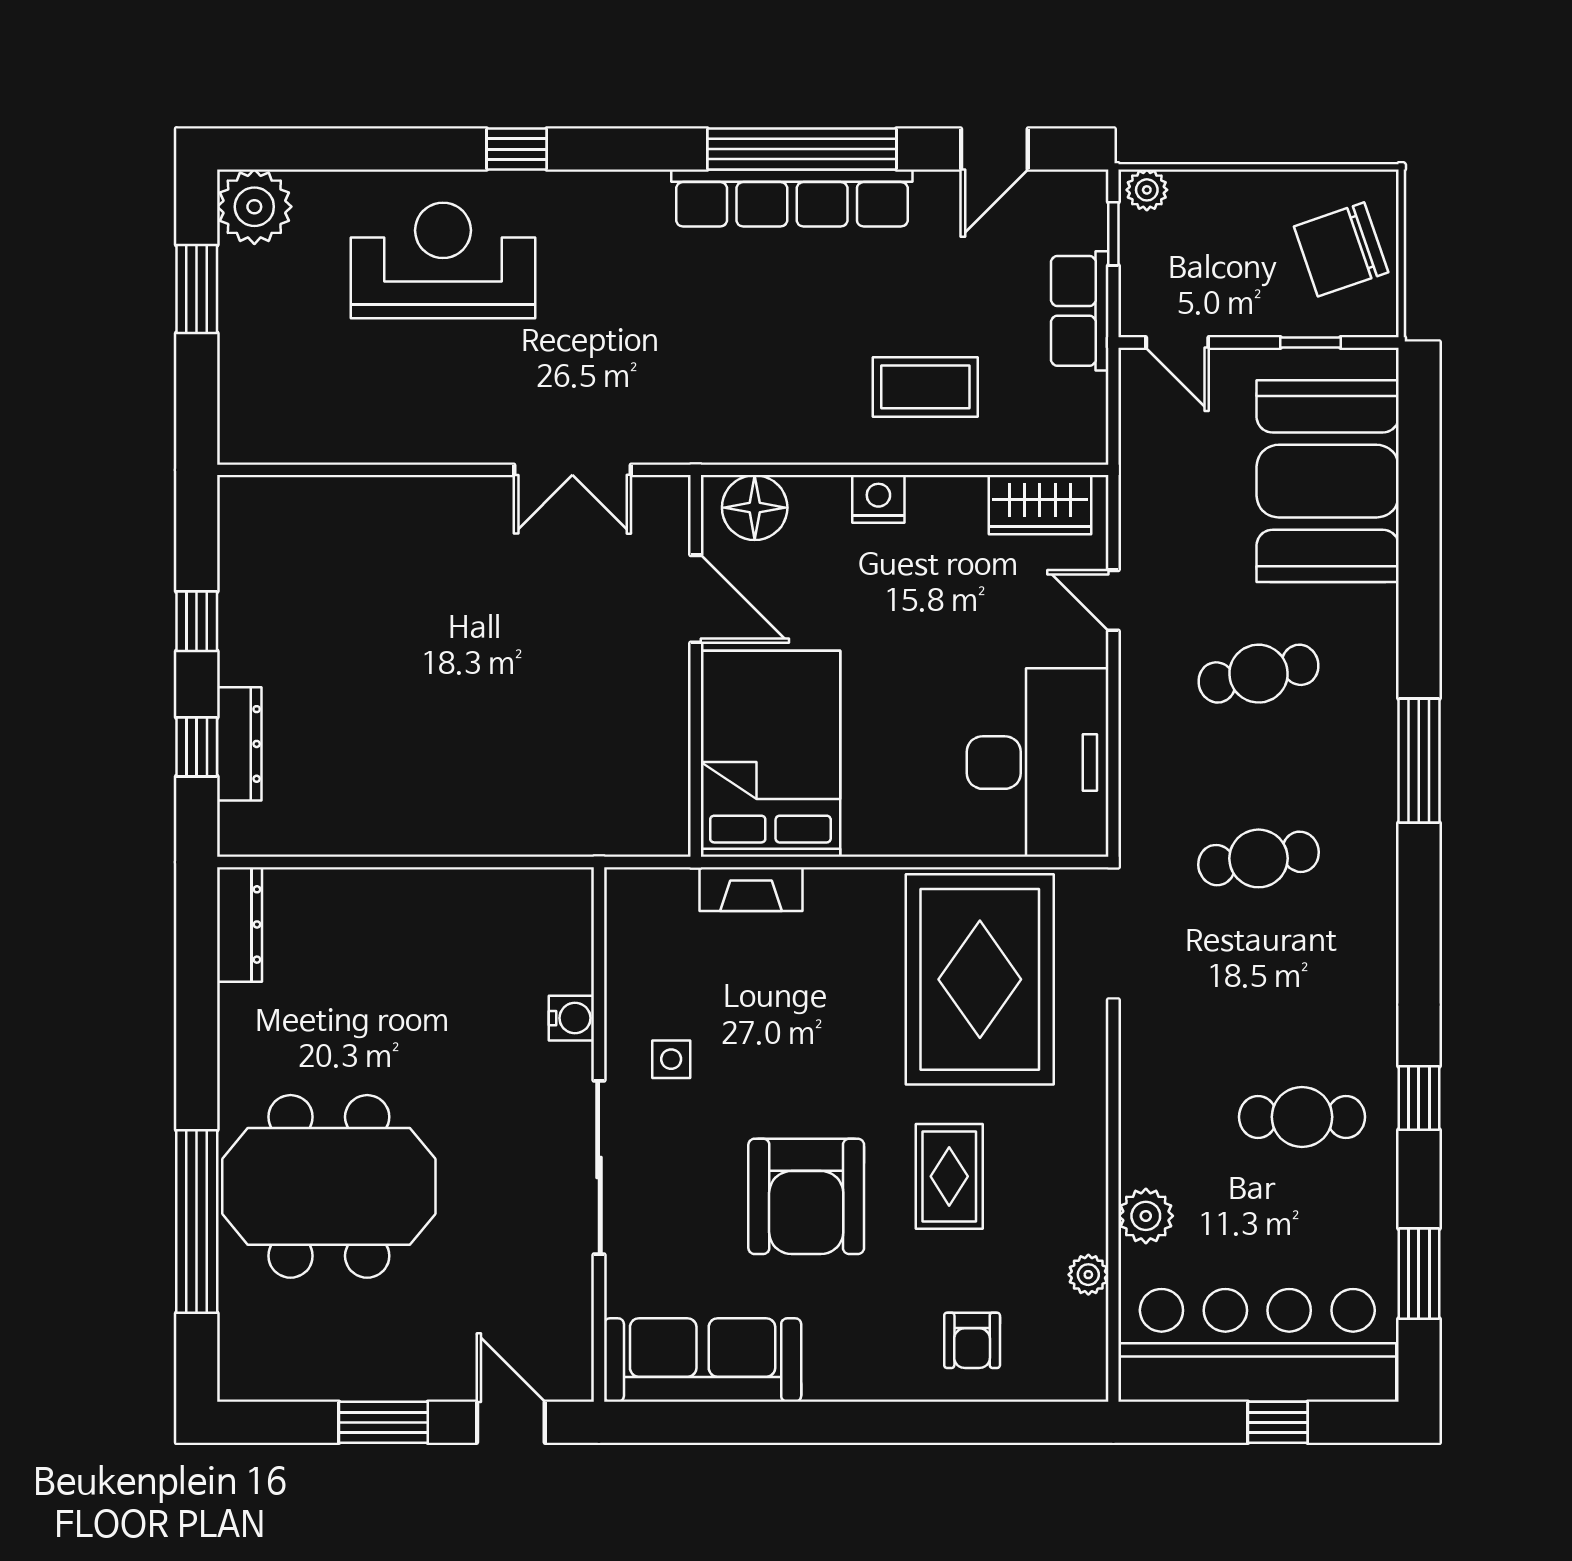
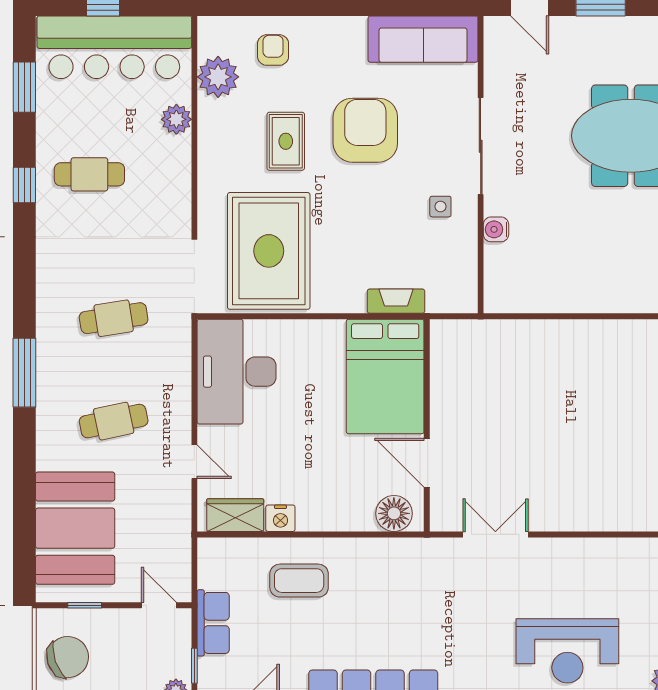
nightstand: (878, 499) -> (280, 518), moved
plant: (1088, 1275) -> (218, 77), width x1.88, depth x1.88

